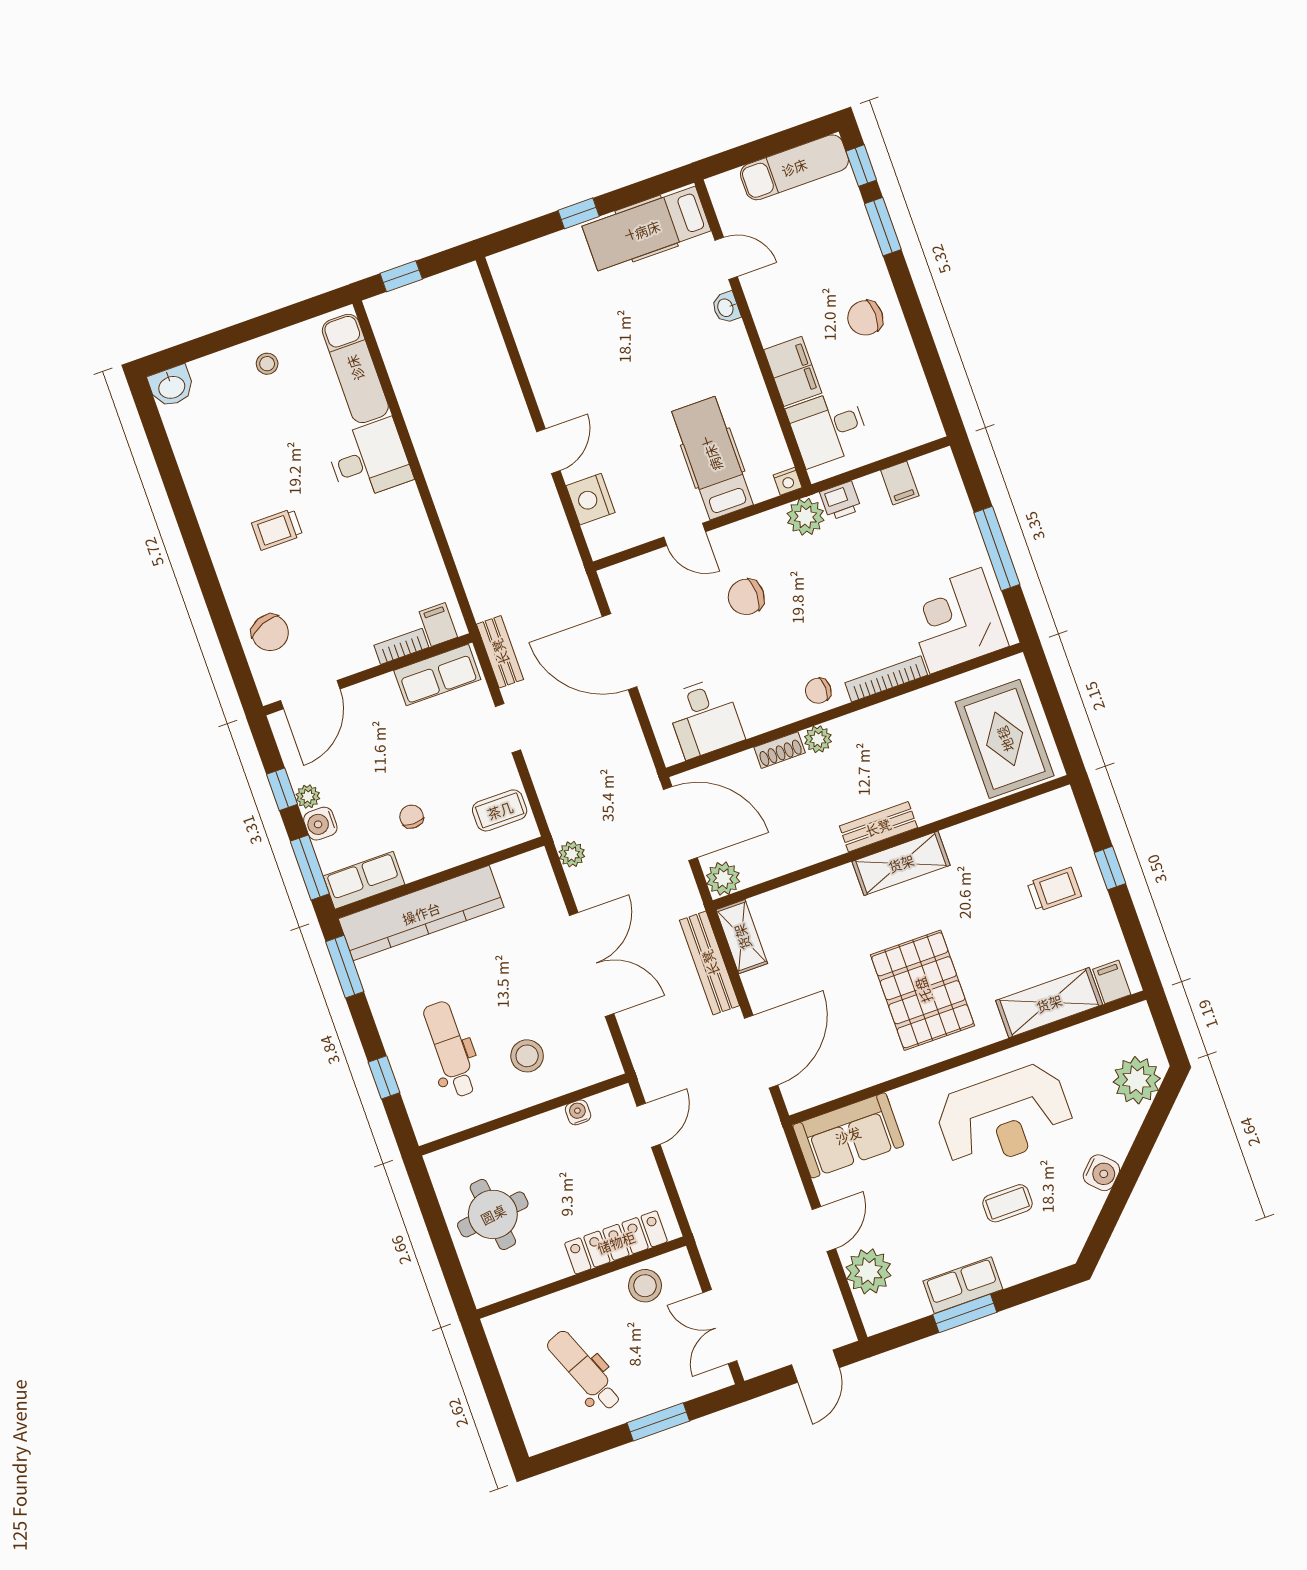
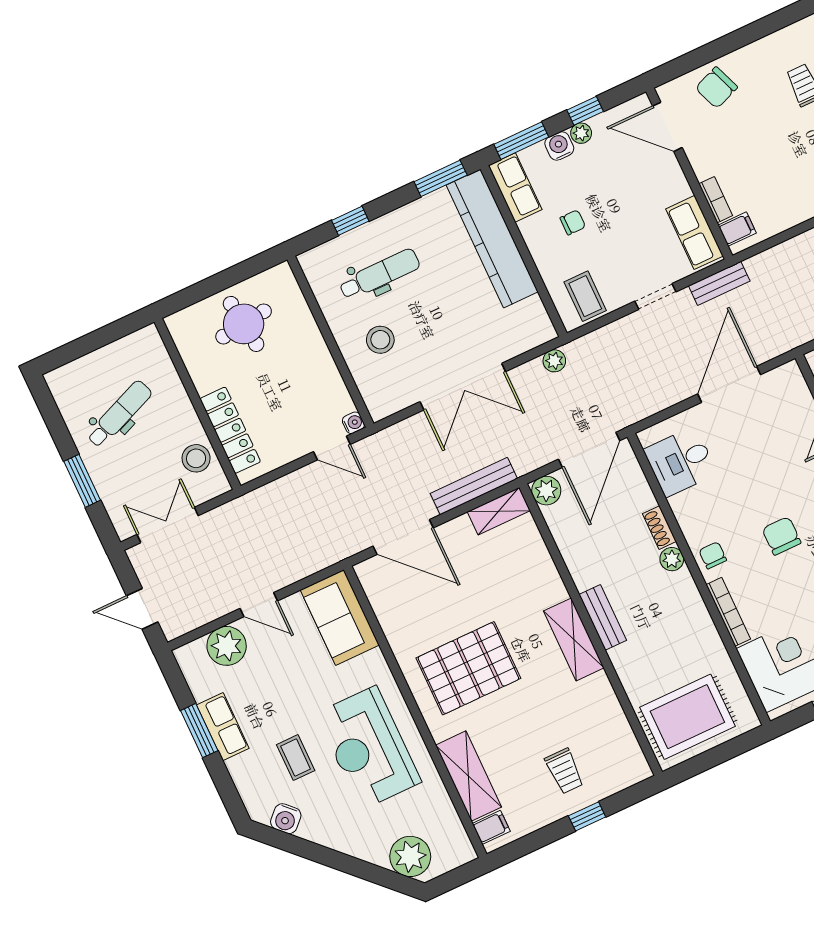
chair: (746, 597) -> (781, 536), moved
water cooler: (578, 1112) -> (353, 423), moved
water cooler: (1101, 1173) -> (286, 819), moved

